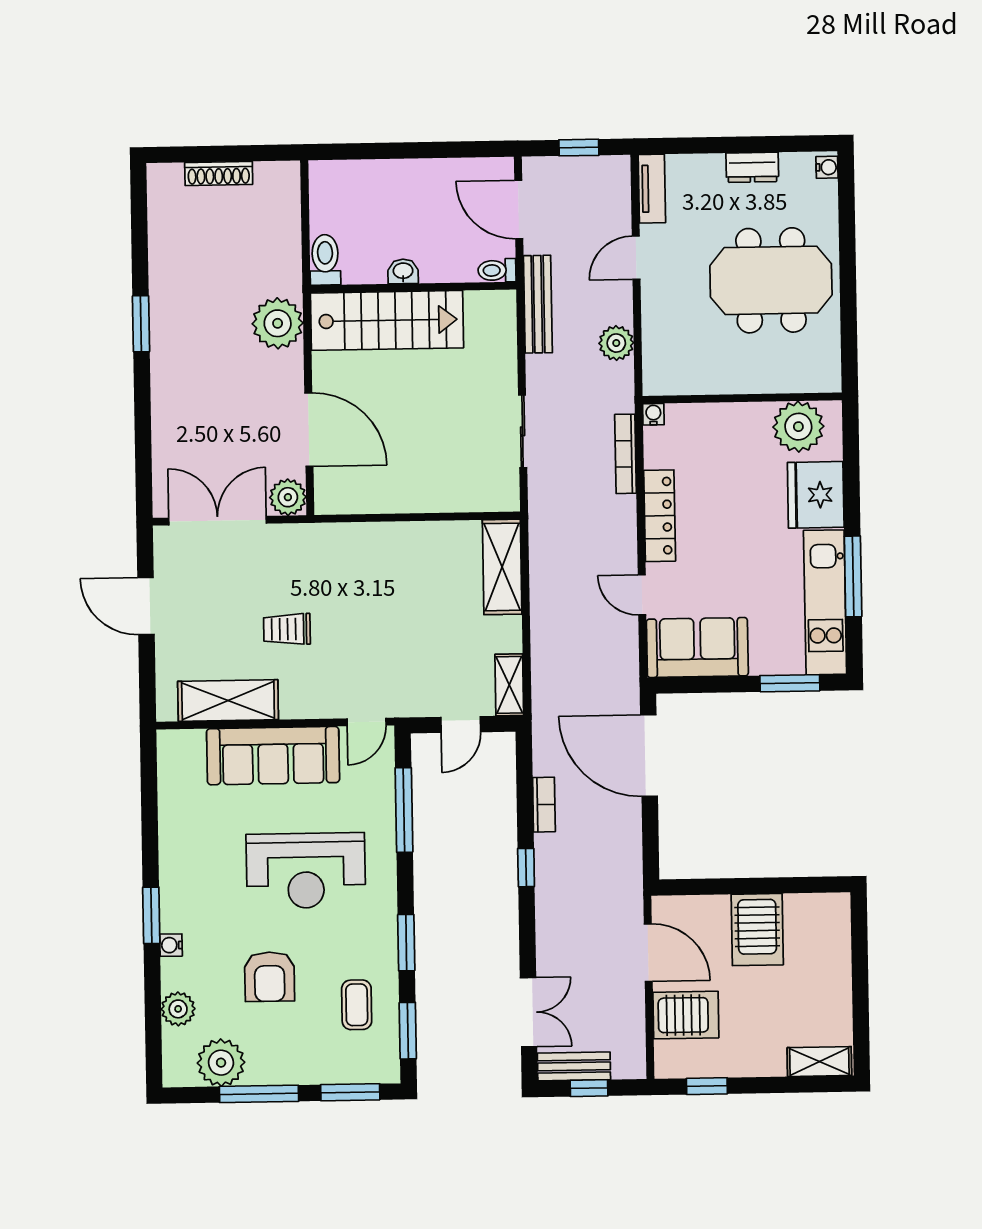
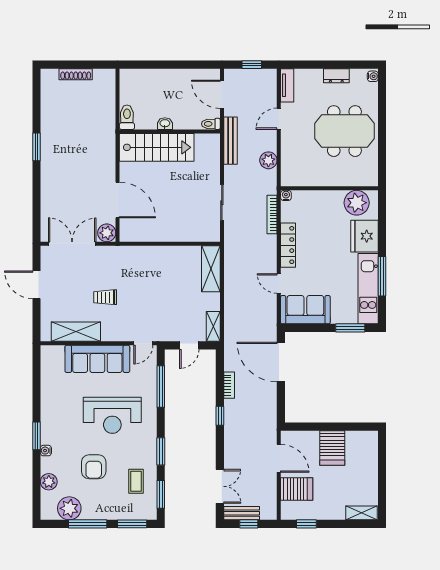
plant: (278, 323) -> (103, 148), removed

